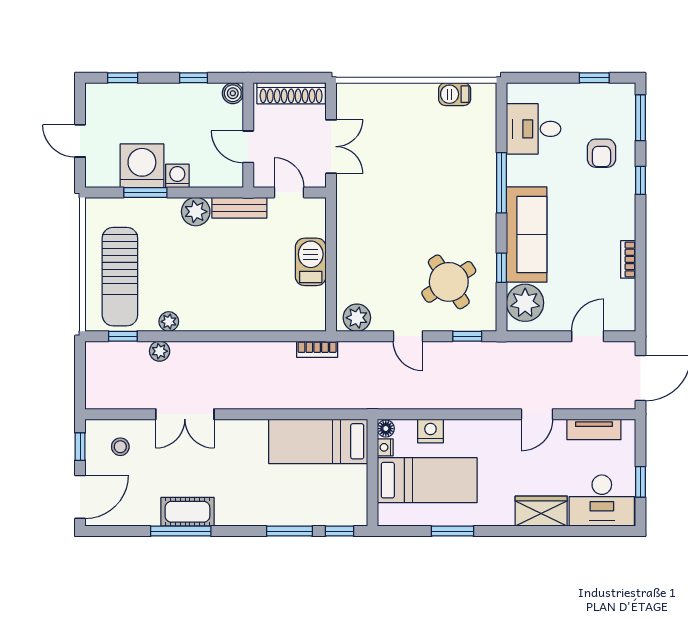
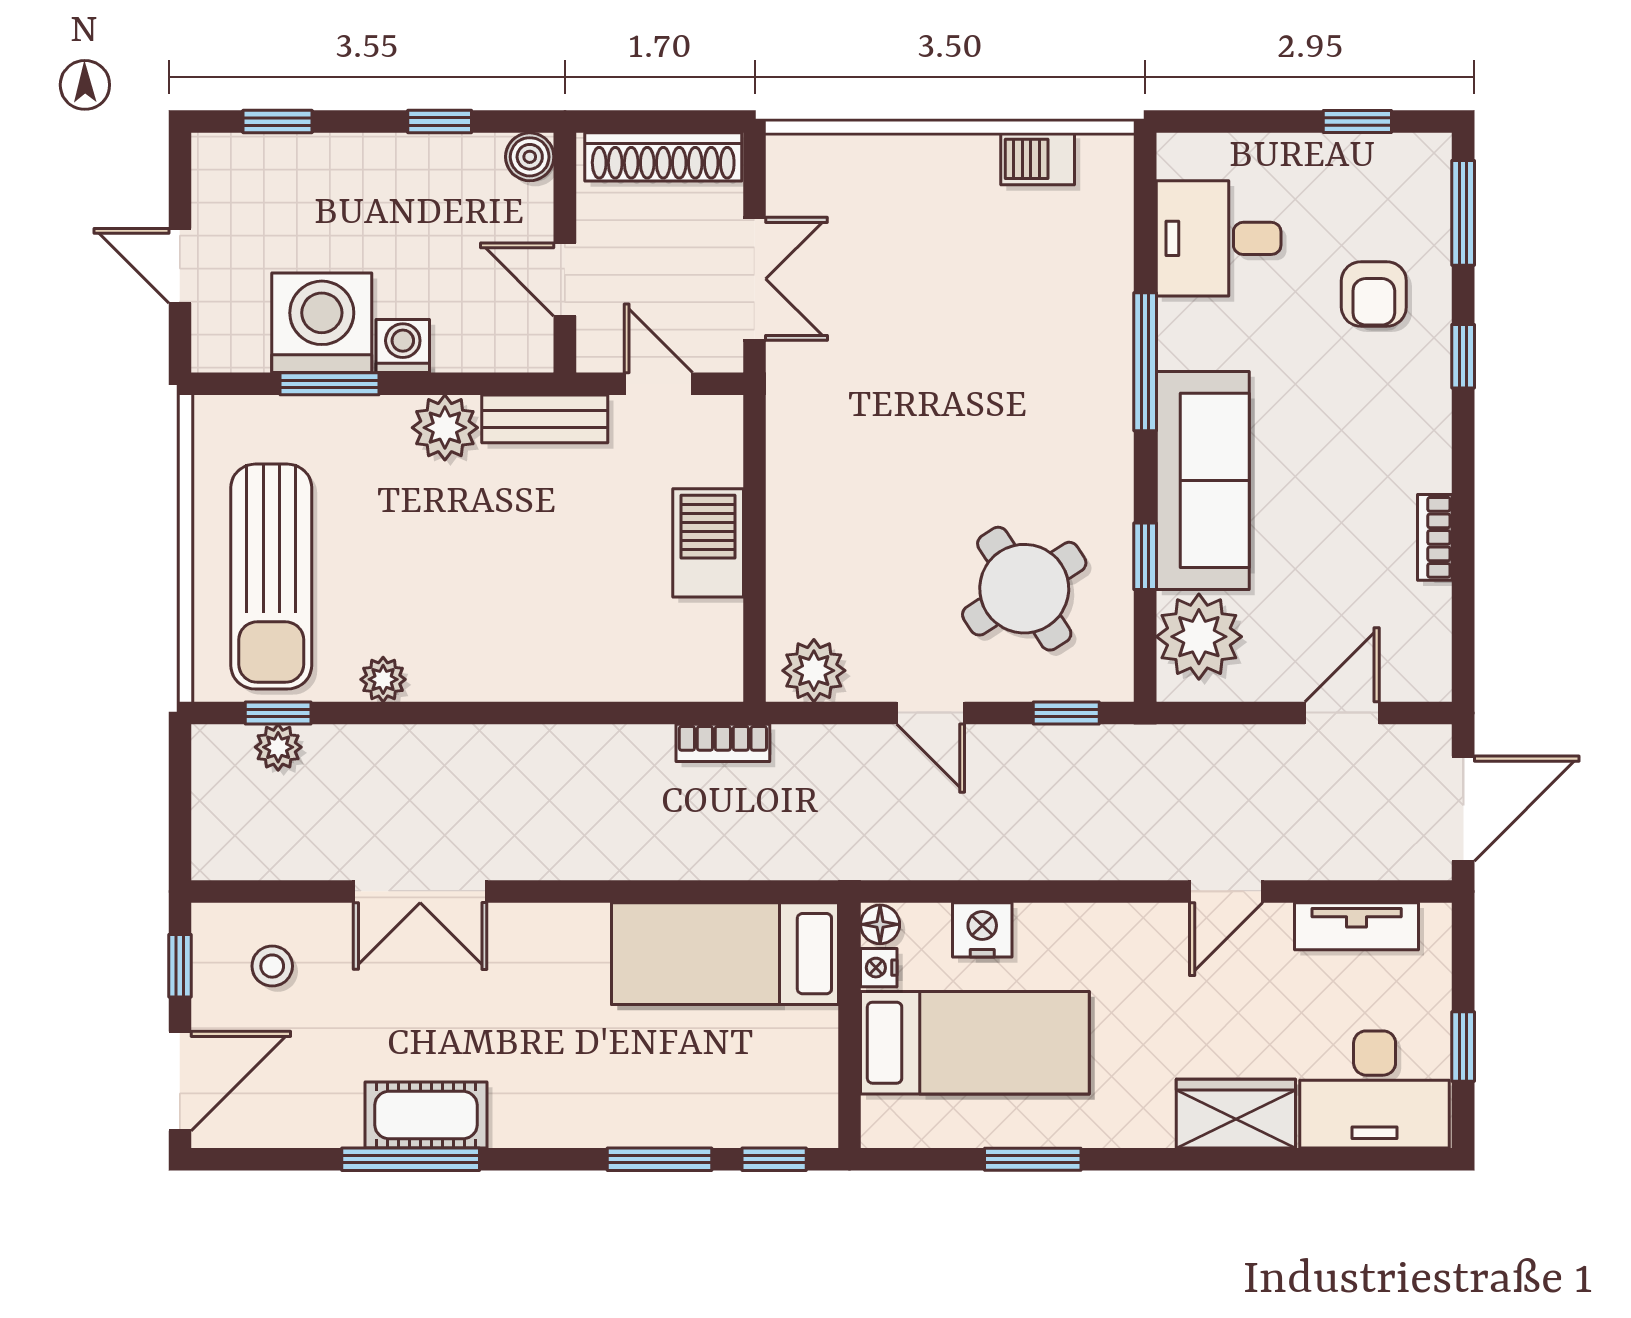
plant: (160, 351) -> (278, 747), moved

